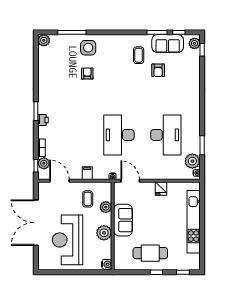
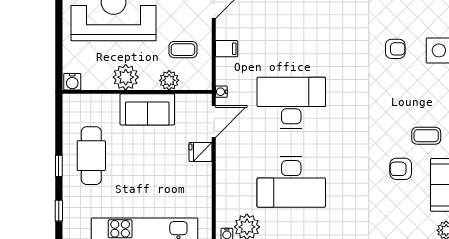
fridge: (161, 189) -> (201, 152), moved

